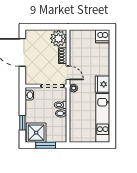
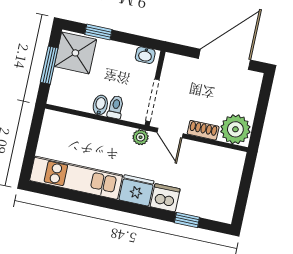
dishwasher: (103, 36) -> (165, 198), moved, turned 90
window: (112, 54) -> (187, 220), added
door: (68, 73) -> (170, 133), hinge flipped

